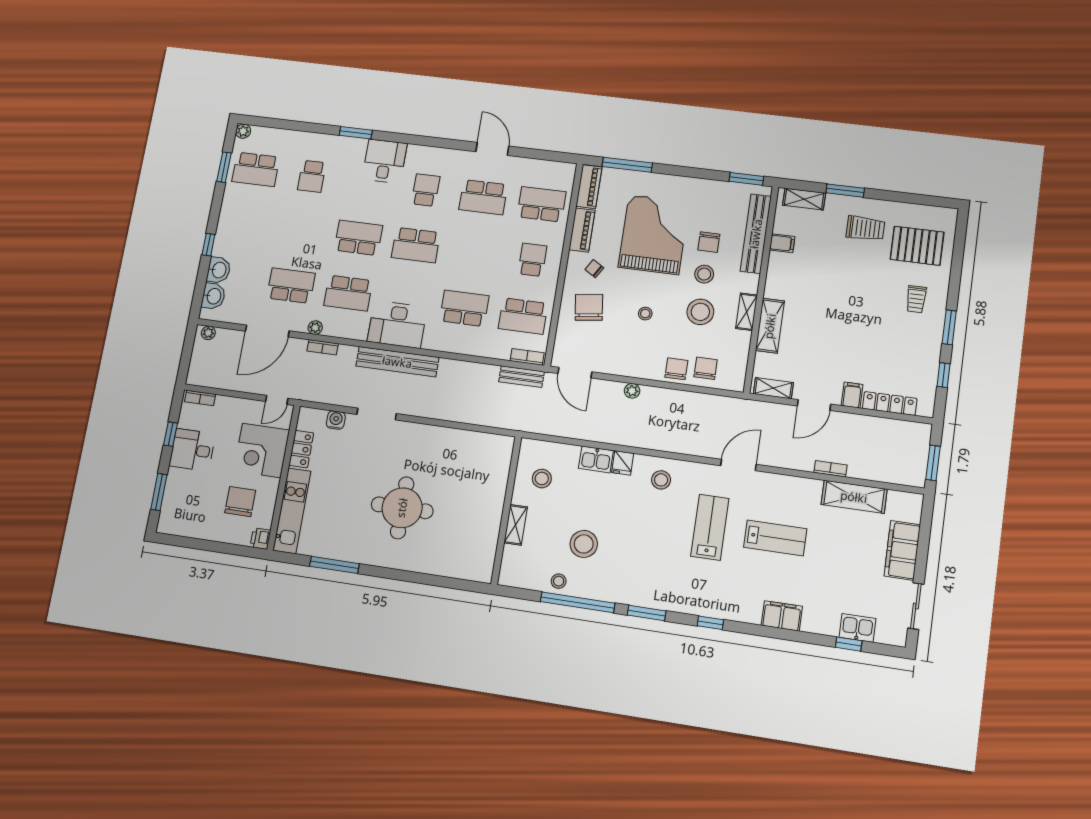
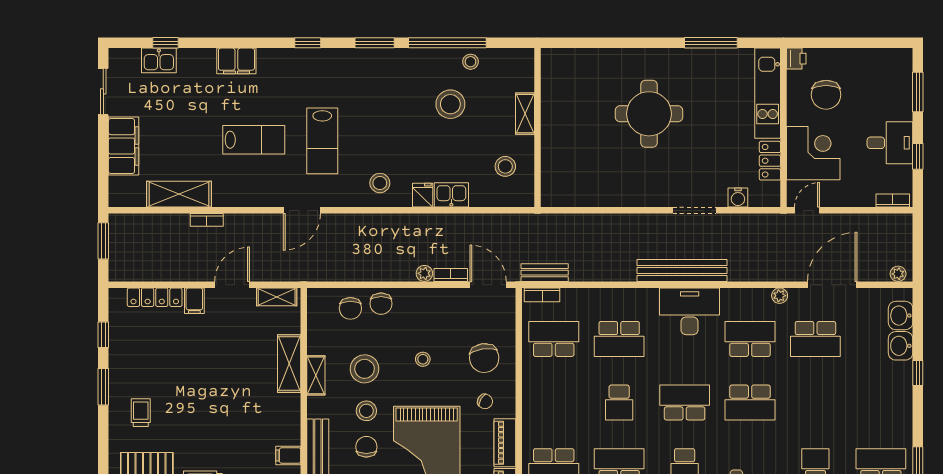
school desk: (532, 260) -> (619, 403), moved
bookcase: (323, 347) -> (451, 275), moved
lab bench: (775, 538) -> (254, 140), turned 180

